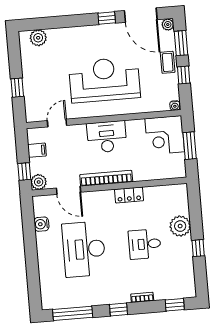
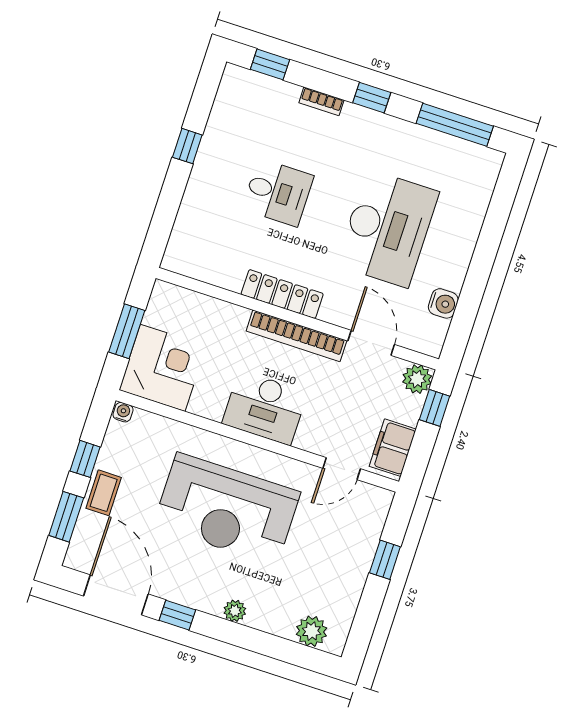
plant: (168, 25) -> (235, 611), moved
filing cabinet: (37, 150) -> (393, 448), width x2.00
locker: (129, 195) -> (282, 294), width x1.53
plant: (180, 226) -> (203, 198), removed

